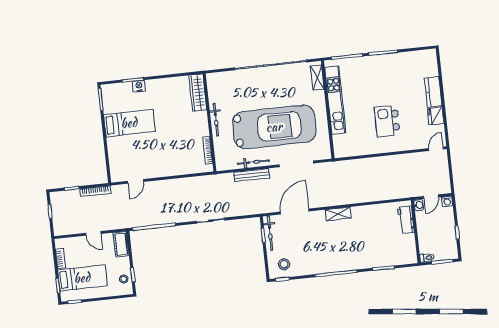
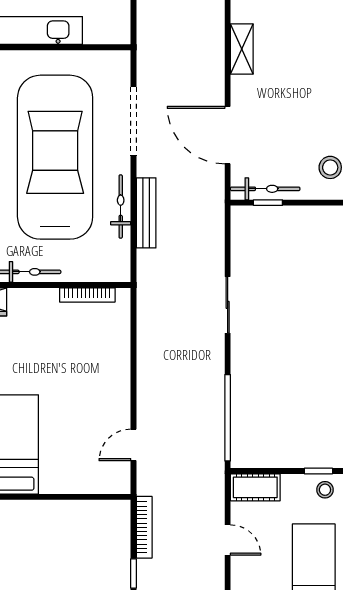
door: (136, 181) -> (133, 445), swing flipped
door: (93, 233) -> (228, 540), hinge flipped

